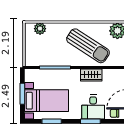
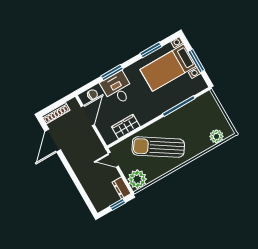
wardrobe: (91, 75) -> (126, 127), moved

